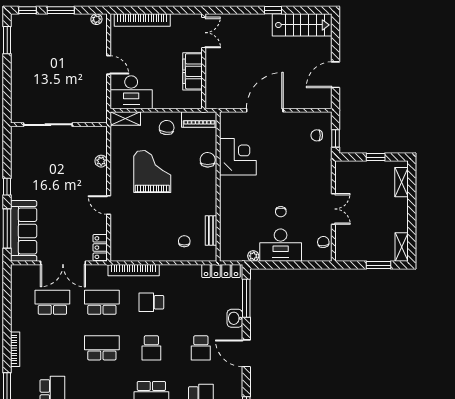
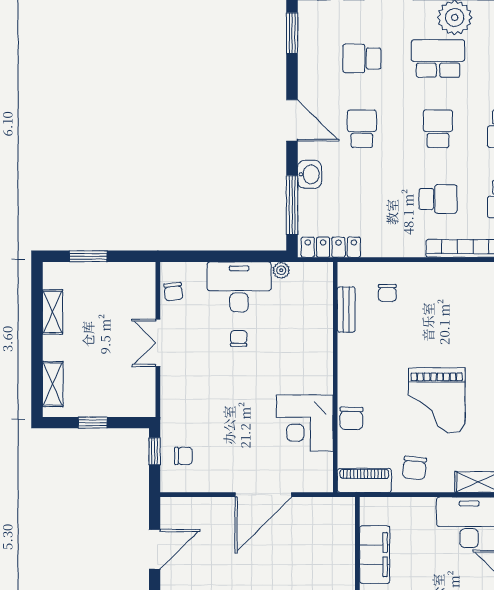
shelving: (402, 247) -> (53, 312), moved

